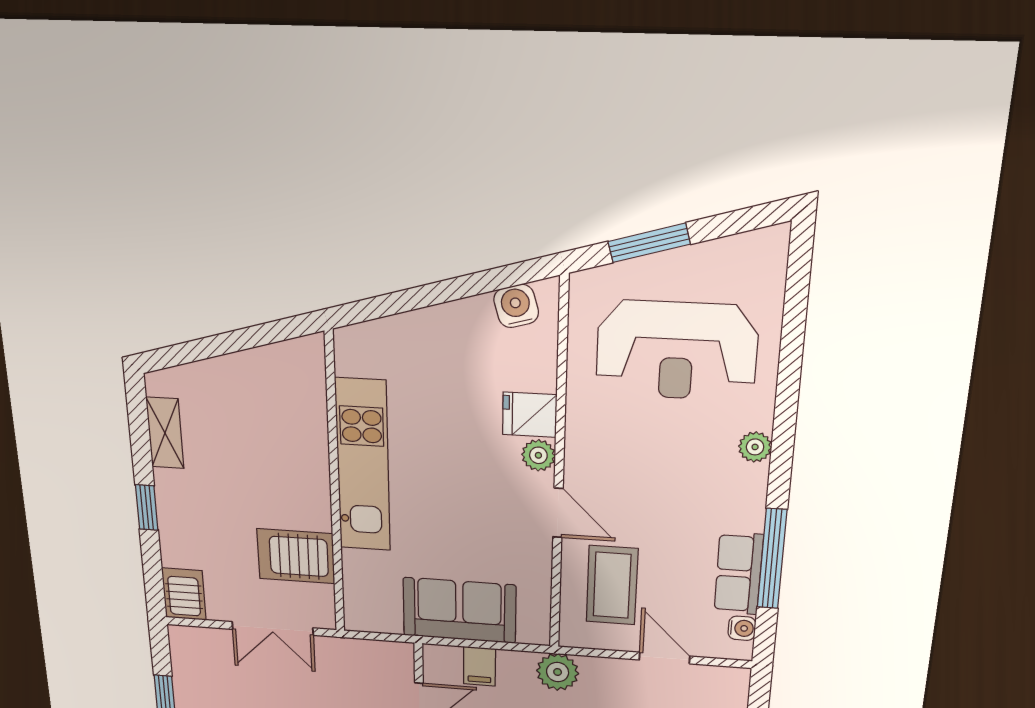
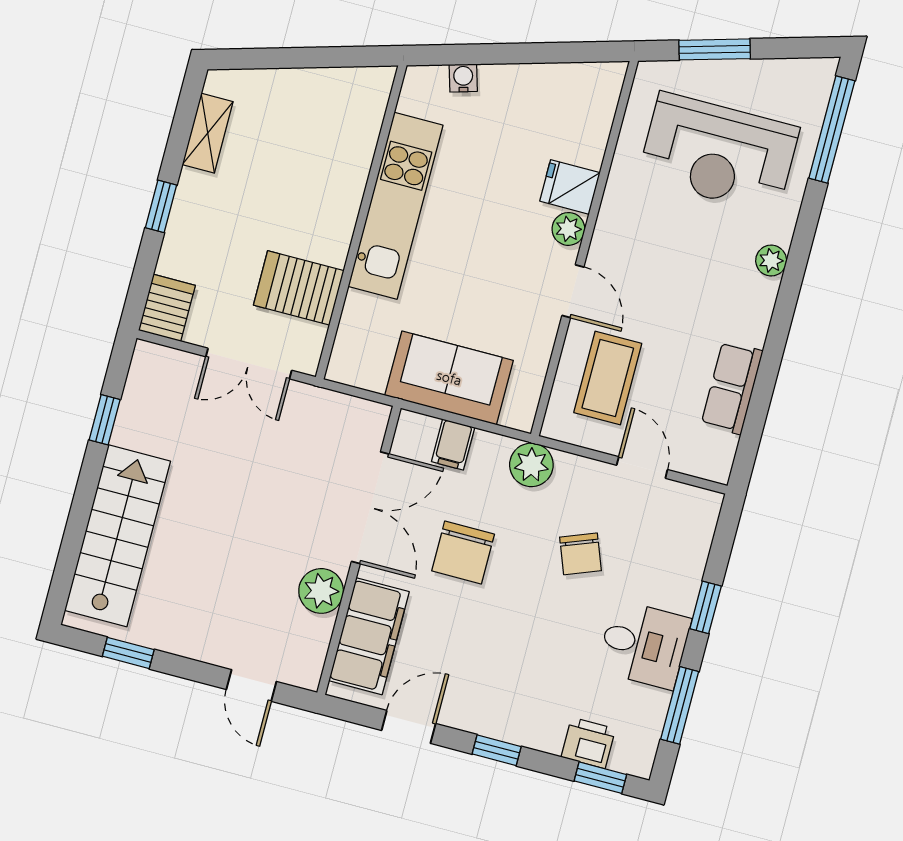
water cooler: (516, 306) -> (463, 78), moved, width x0.72, depth x0.72
window: (772, 559) -> (832, 130), moved
water cooler: (742, 628) -> (724, 448), removed

